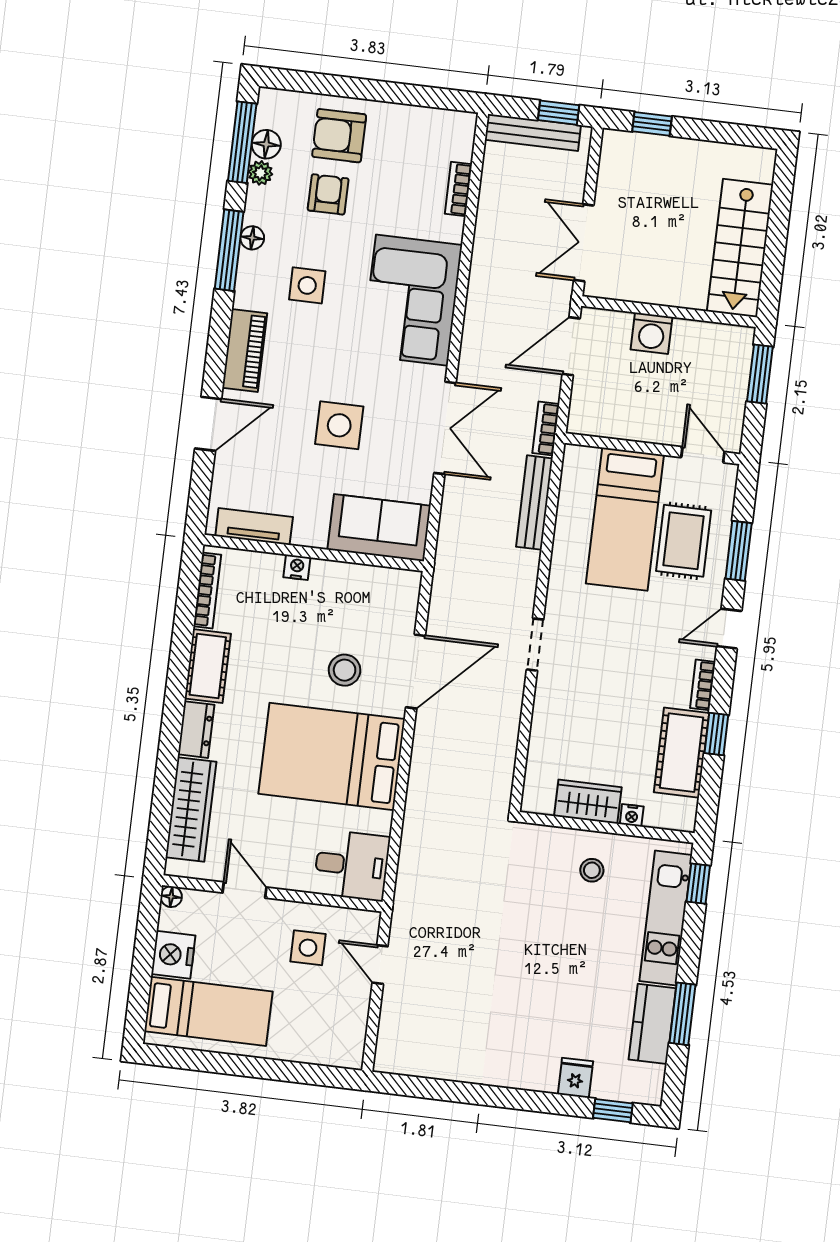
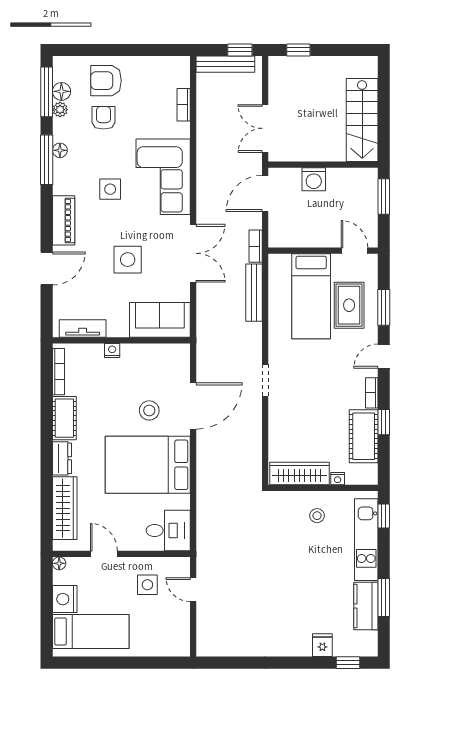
side table: (307, 285) -> (110, 189), moved
wardrobe: (588, 802) -> (300, 474), width x1.50

